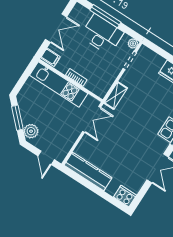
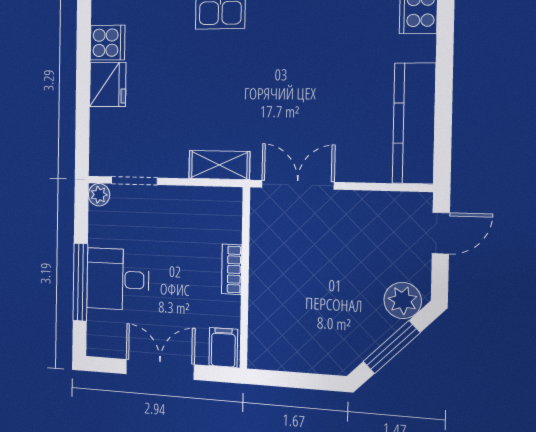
desk: (102, 34) -> (118, 279), width x0.73
kitchen unit: (59, 84) -> (268, 298), removed

